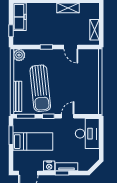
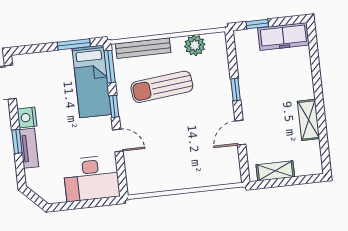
plant: (19, 55) -> (195, 45), moved
sun lounger: (40, 88) -> (162, 87), width x0.73, depth x0.75
bed: (33, 142) -> (92, 81), moved

